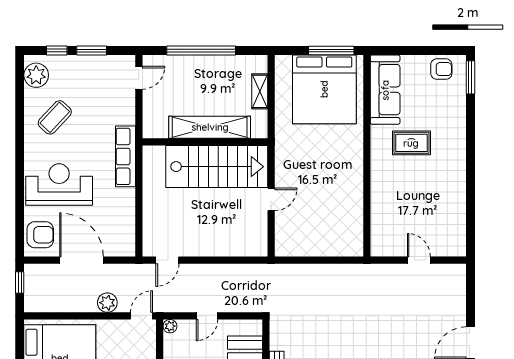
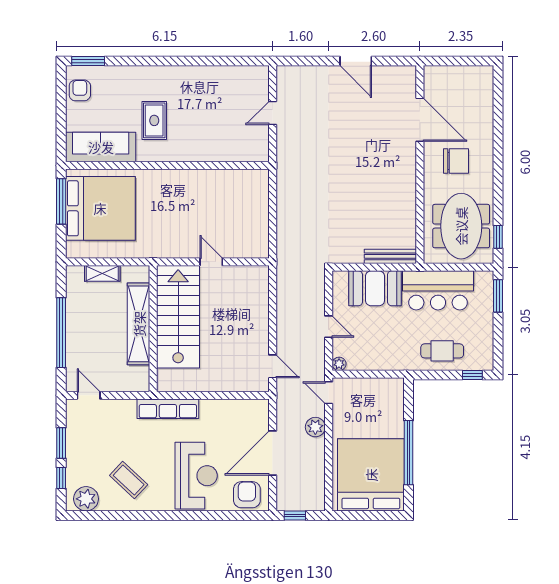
reception desk: (59, 184) -> (196, 476), turned 180

